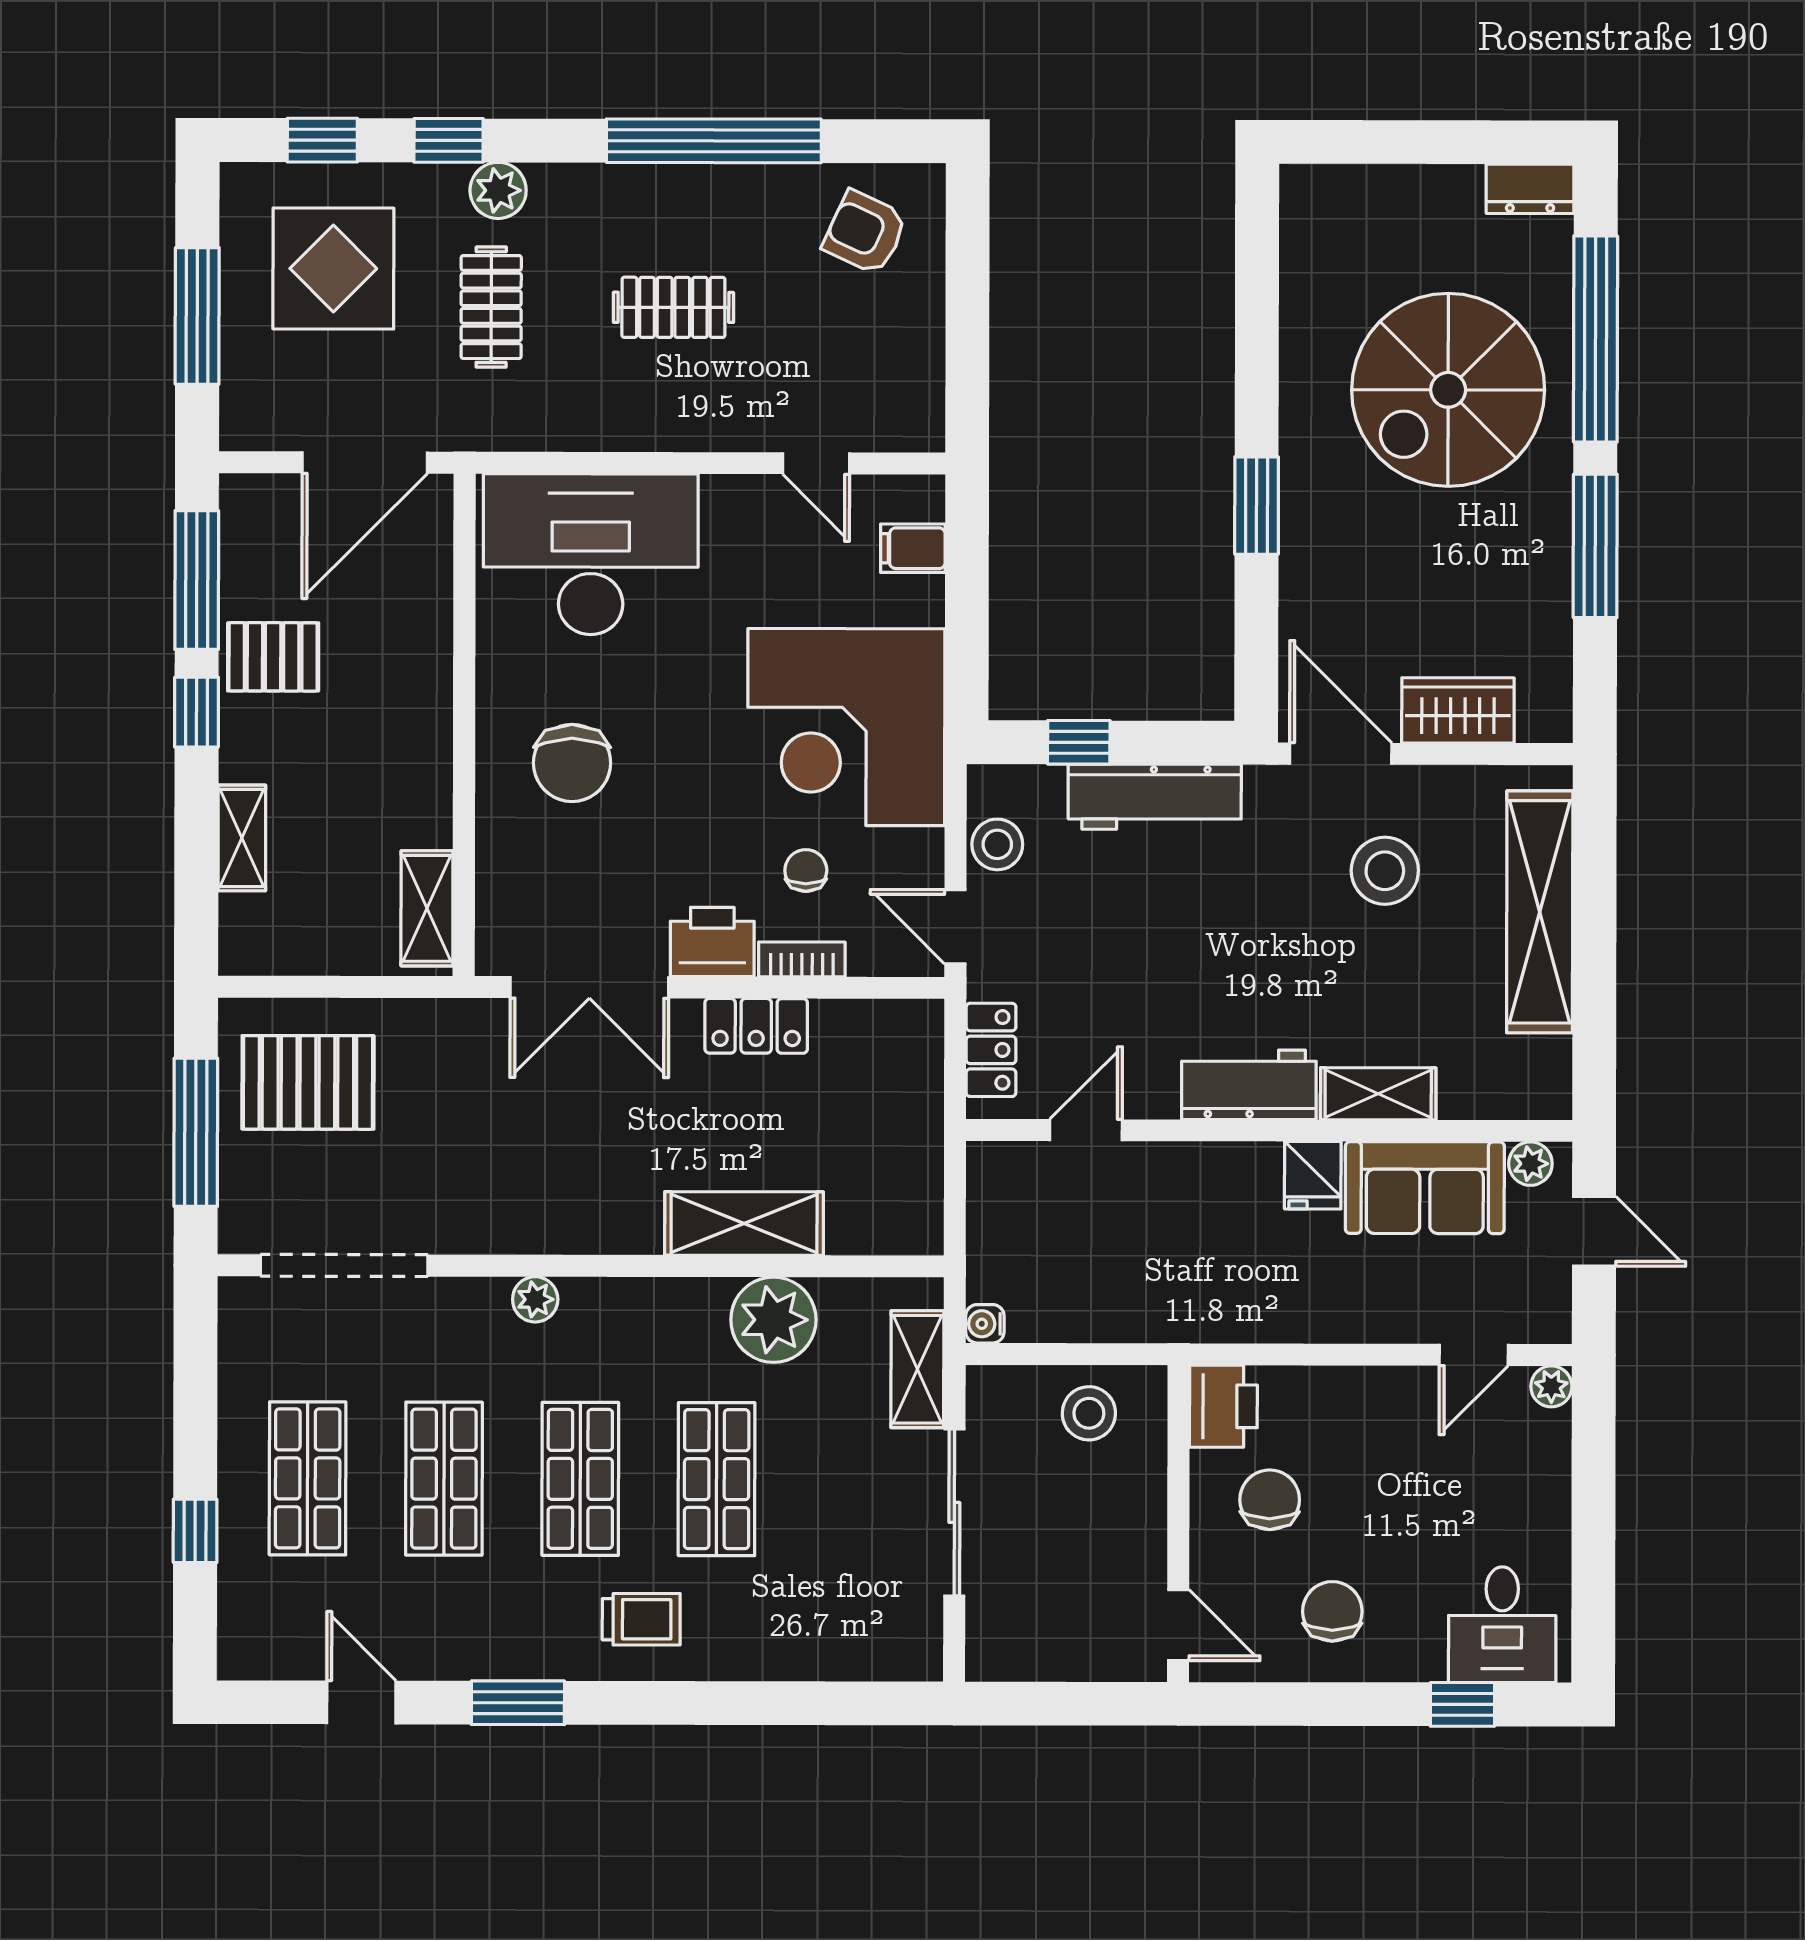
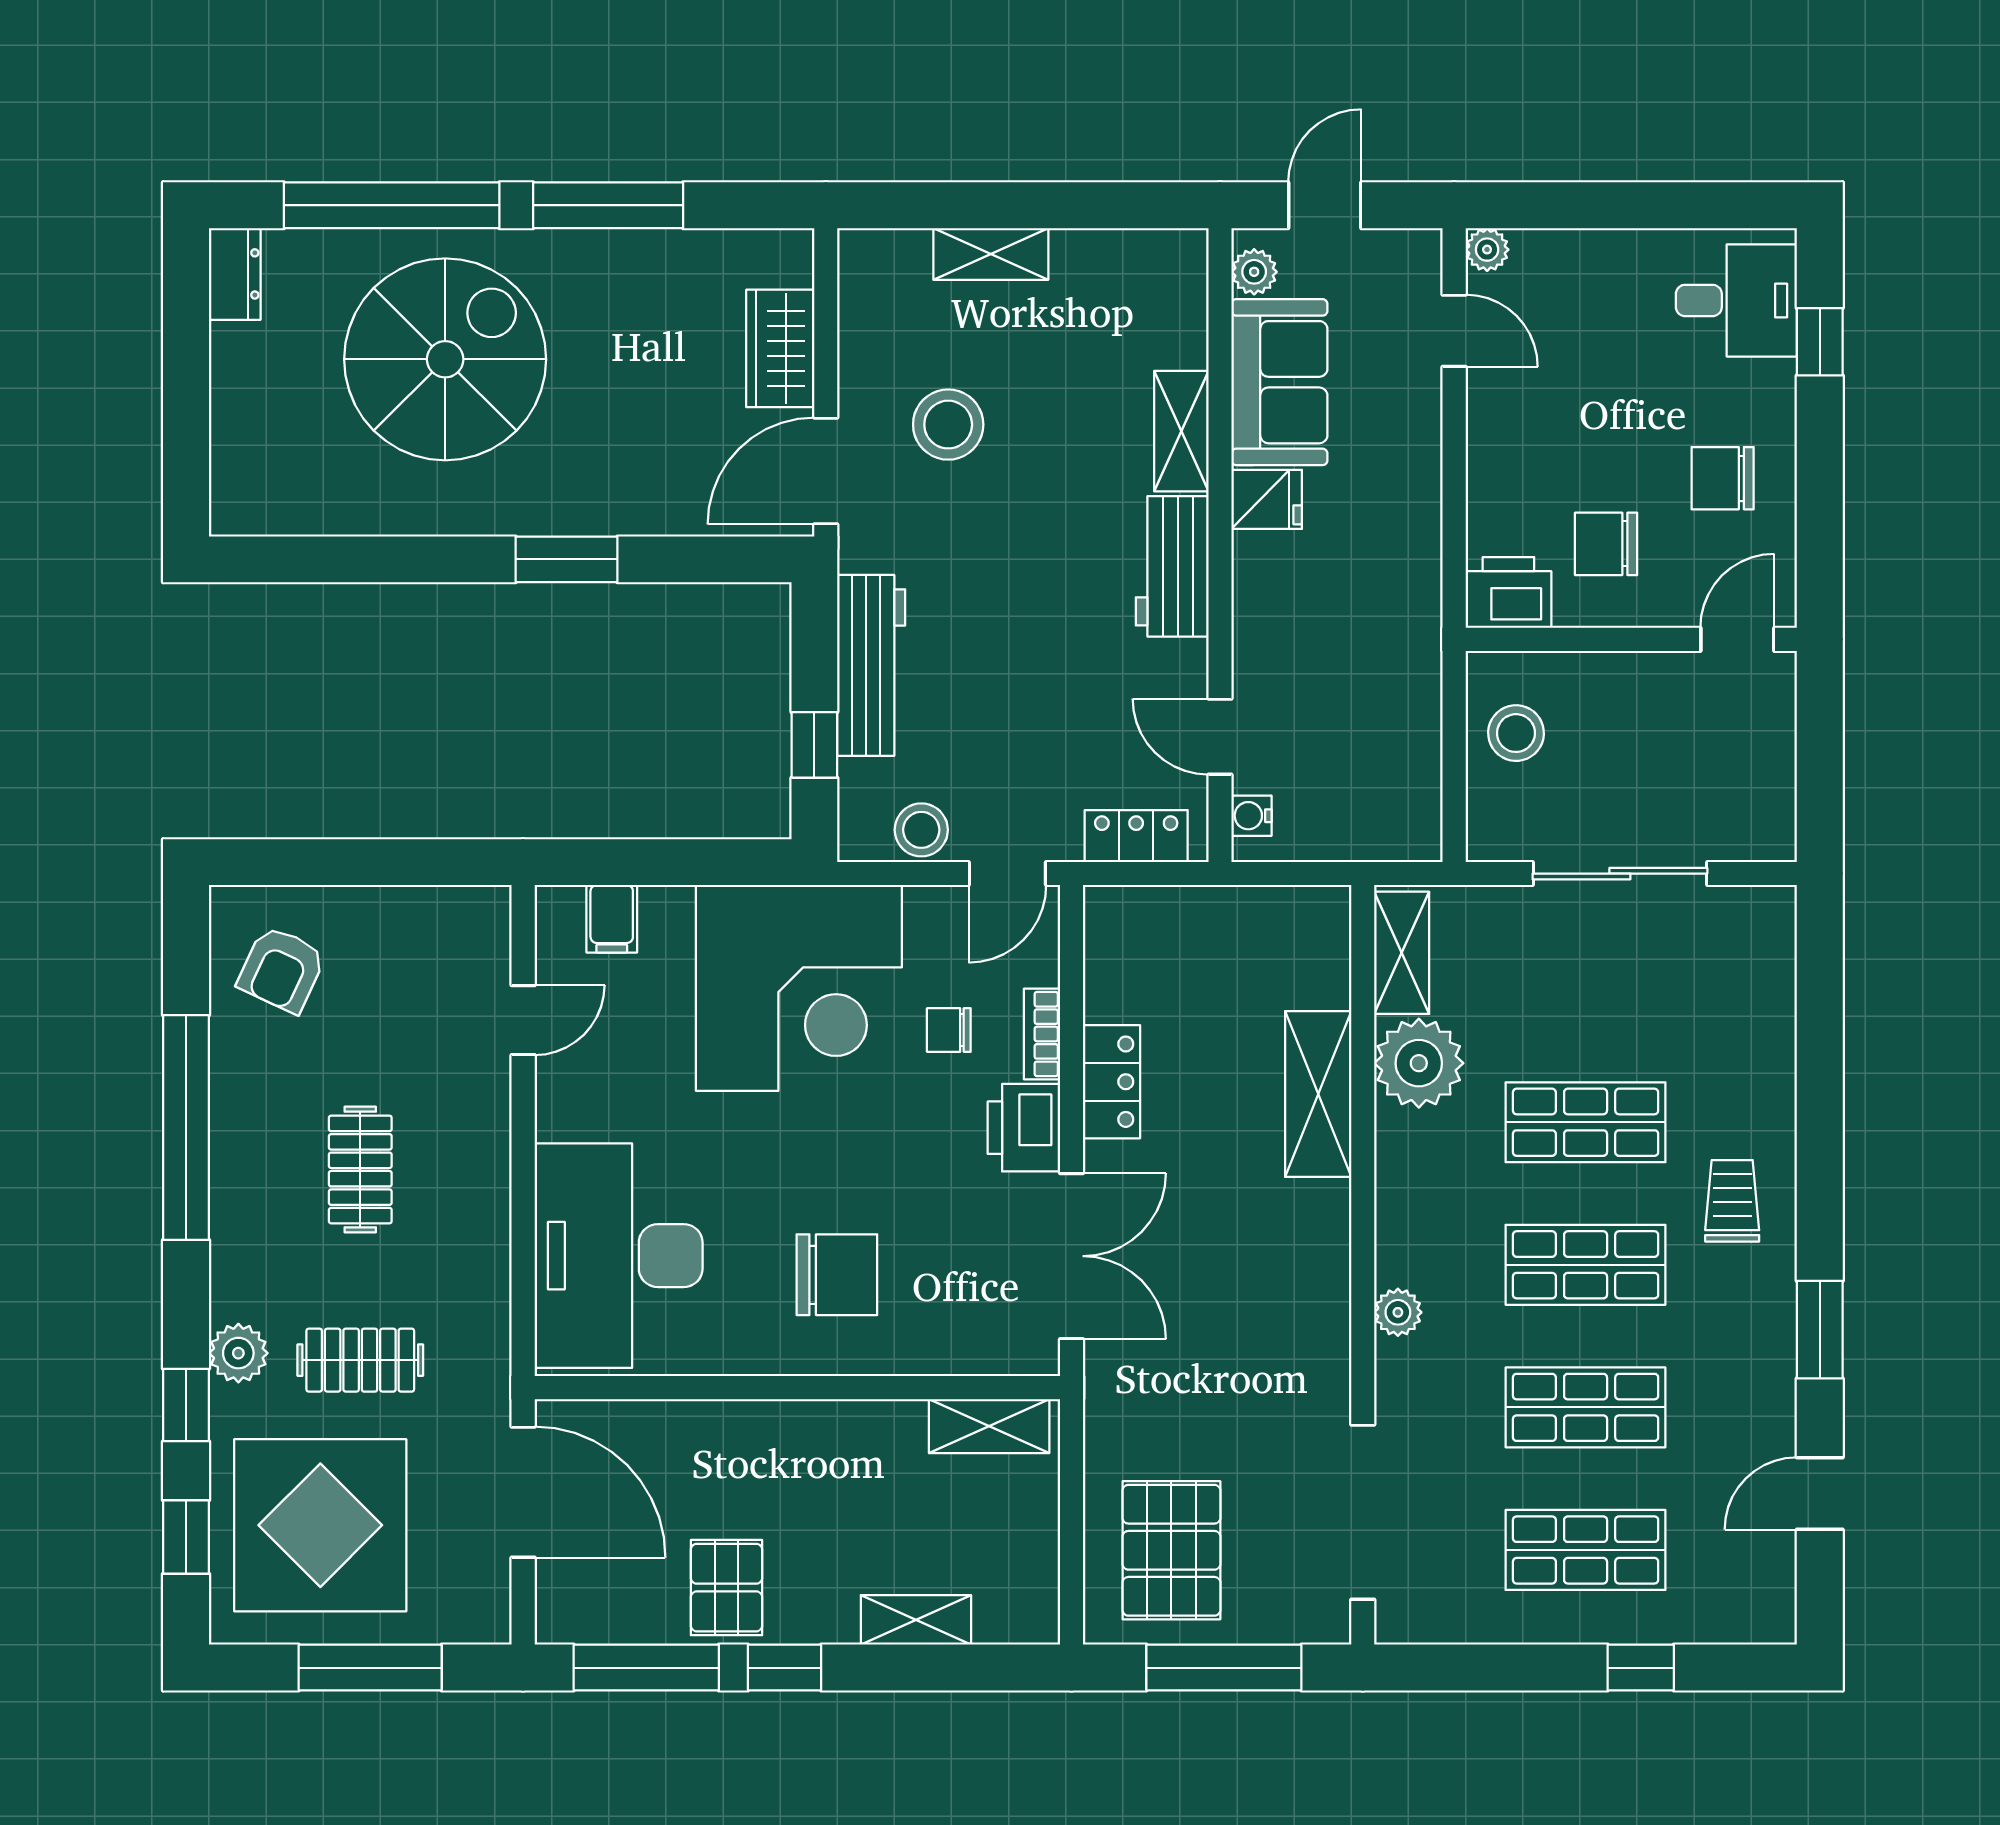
display table: (333, 269) -> (320, 1525), width x1.36, depth x1.36
spiral stairs: (1448, 390) -> (445, 359), turned -90
shelving: (1540, 912) -> (991, 254), width x0.45, depth x0.75
water cooler: (985, 1324) -> (1251, 816), moved, turned 90
shelving: (917, 1369) -> (1402, 953), moved, turned 90

